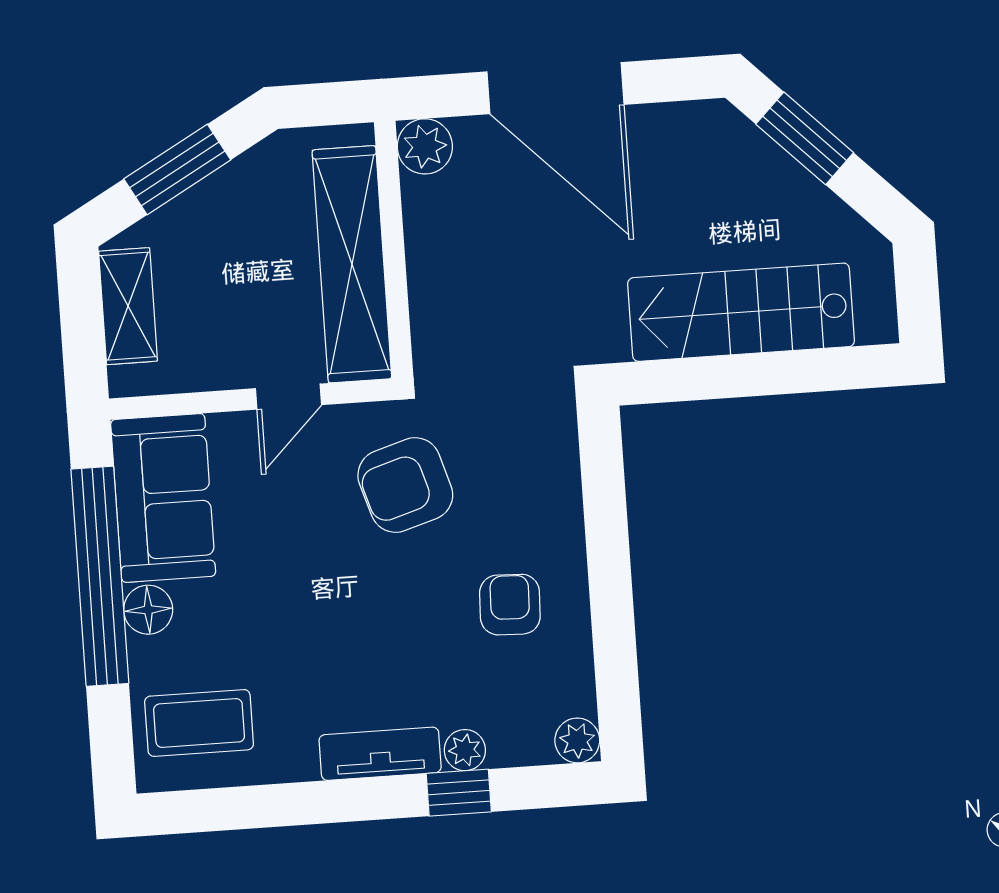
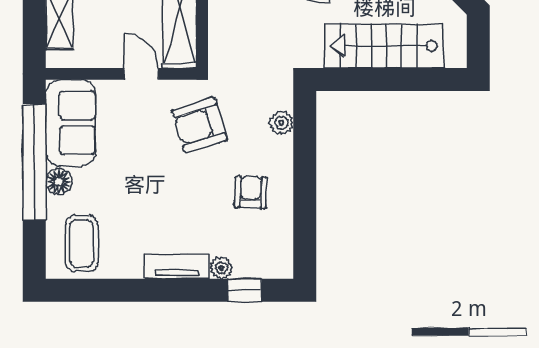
door: (288, 397) -> (141, 74), swing flipped
coffee table: (199, 723) -> (82, 244), turned 90
plant: (577, 740) -> (281, 123), moved
window: (459, 793) -> (245, 290), moved

